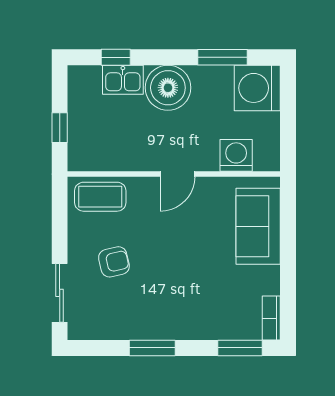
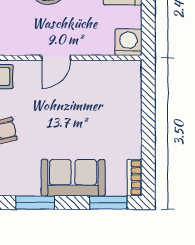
washing machine: (236, 155) -> (128, 42), moved
sofa: (258, 226) -> (73, 178), moved, turned 90

